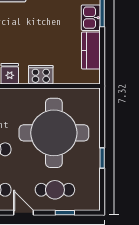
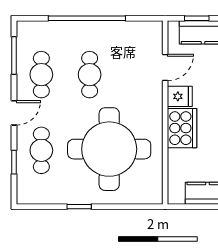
cooker: (41, 75) -> (182, 128), width x1.37, depth x1.31

